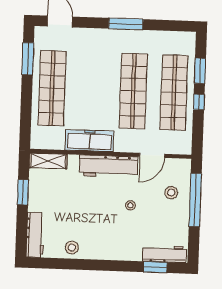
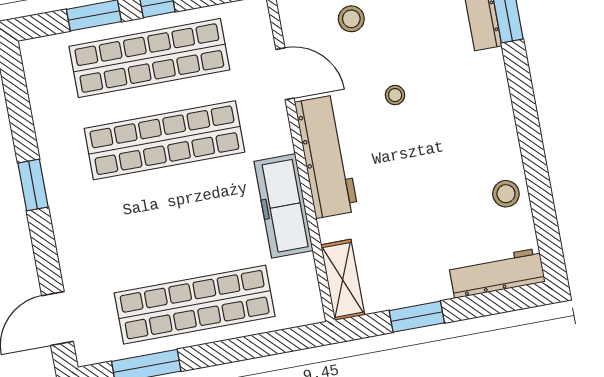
window: (126, 24) -> (33, 185), width x0.69

